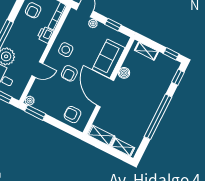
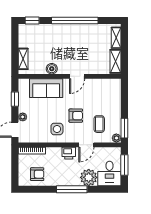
printer: (45, 35) -> (69, 153), moved
window: (171, 54) -> (15, 36), removed
door: (37, 70) -> (86, 145), swing flipped
coffee table: (51, 91) -> (99, 124), added
door: (105, 93) -> (77, 76), width x0.53
armchair: (73, 115) -> (110, 95), removed

